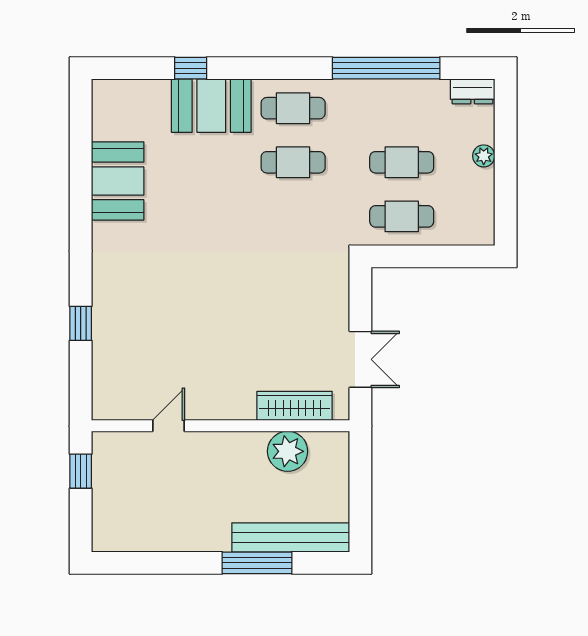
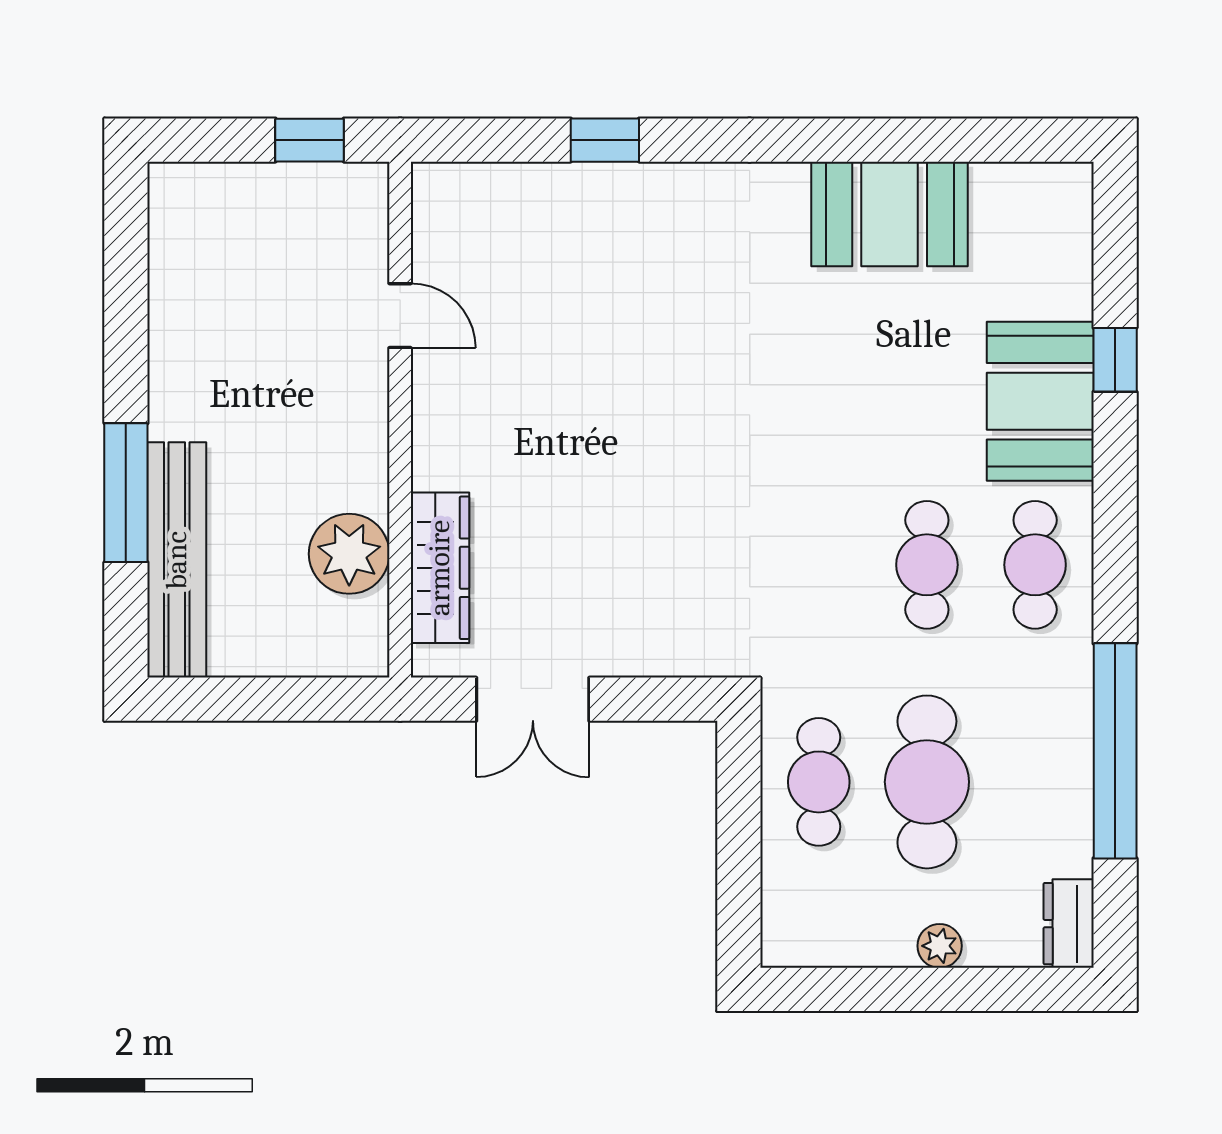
cafe table: (402, 162) -> (927, 782), width x1.37, depth x1.35

